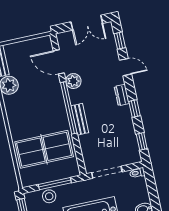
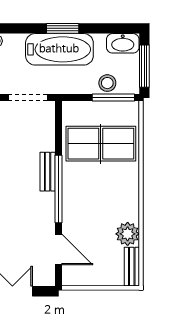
plant: (73, 81) -> (45, 221), removed
window: (55, 184) -> (113, 97), moved

